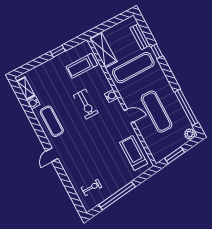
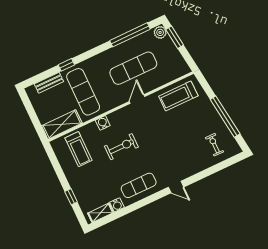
window: (58, 51) -> (71, 197), moved
water cooler: (111, 96) -> (103, 123), moved
window: (175, 155) -> (175, 37), moved

